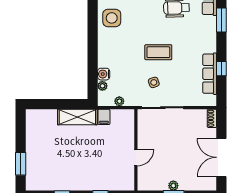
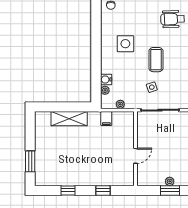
side table: (112, 18) -> (125, 44), moved
coffee table: (158, 52) -> (156, 60), turned 90
shelving: (77, 117) -> (69, 119), moved

